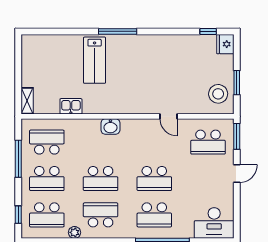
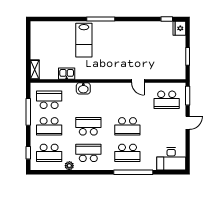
stool: (218, 94) -> (174, 65), removed
washbasin: (110, 126) -> (83, 88), moved
school desk: (101, 178) -> (88, 126), turned 180

